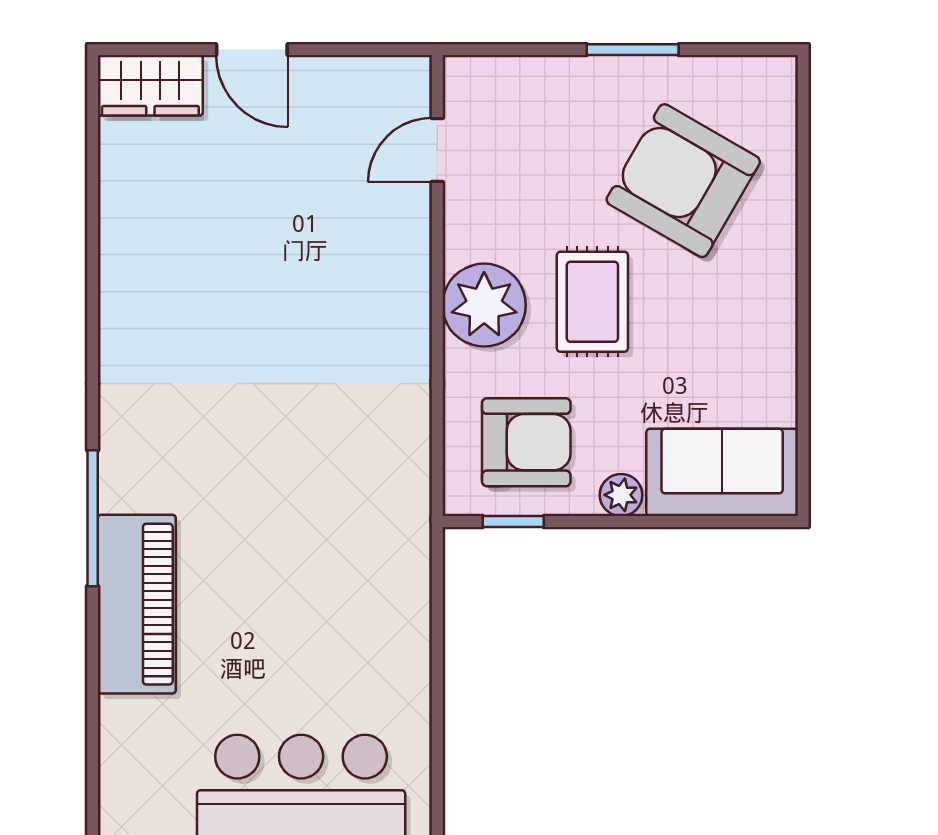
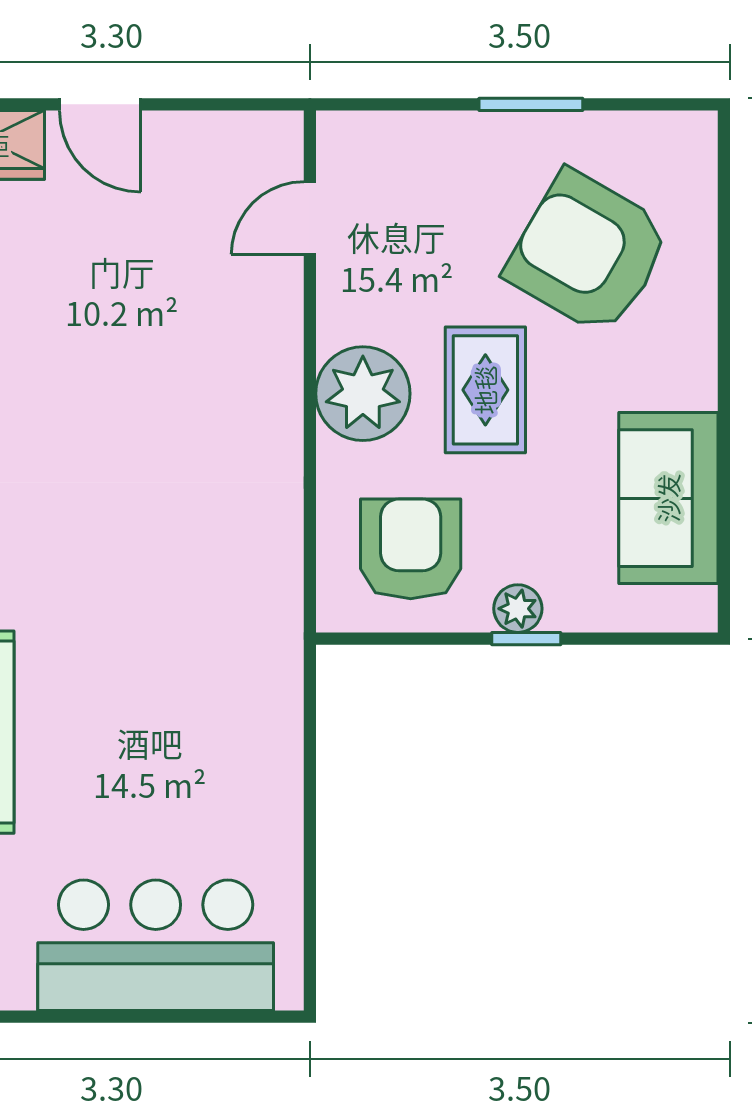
armchair: (526, 442) -> (411, 549), turned -90
sofa: (722, 472) -> (668, 498), moved, turned -90
window: (513, 521) -> (526, 639), moved

